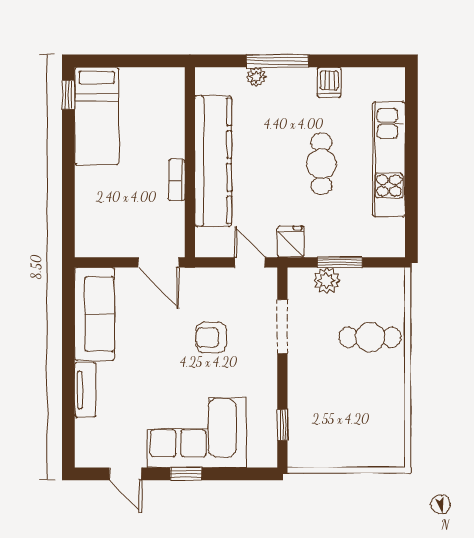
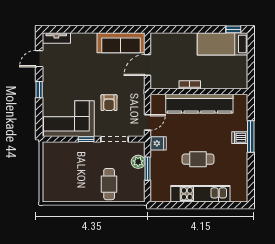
plant: (256, 77) -> (243, 126), removed
dishwasher: (329, 82) -> (240, 138), moved
door: (158, 262) -> (147, 65), moved
armchair: (211, 337) -> (109, 103), turned 180
tv unit: (85, 390) -> (56, 38), moved
window: (282, 425) -> (86, 139), moved
corner sofa: (197, 432) -> (69, 119), moved, turned -90

